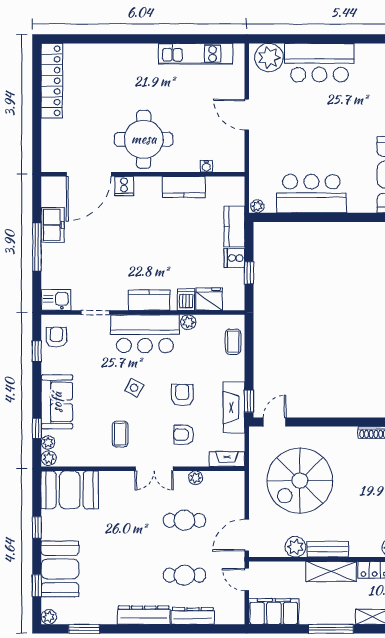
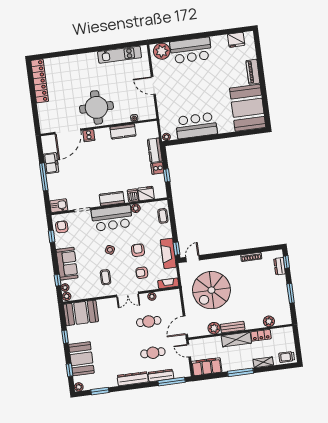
window: (210, 629) -> (172, 381), added

